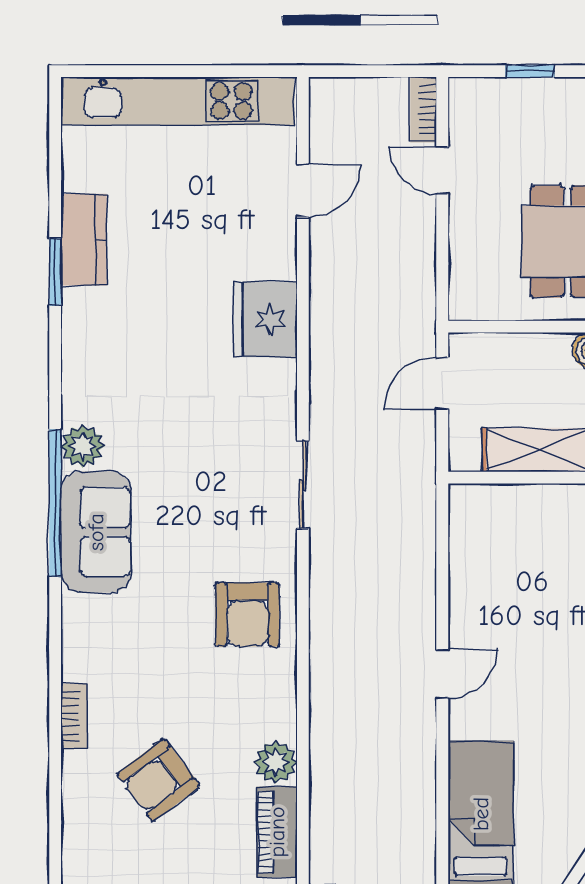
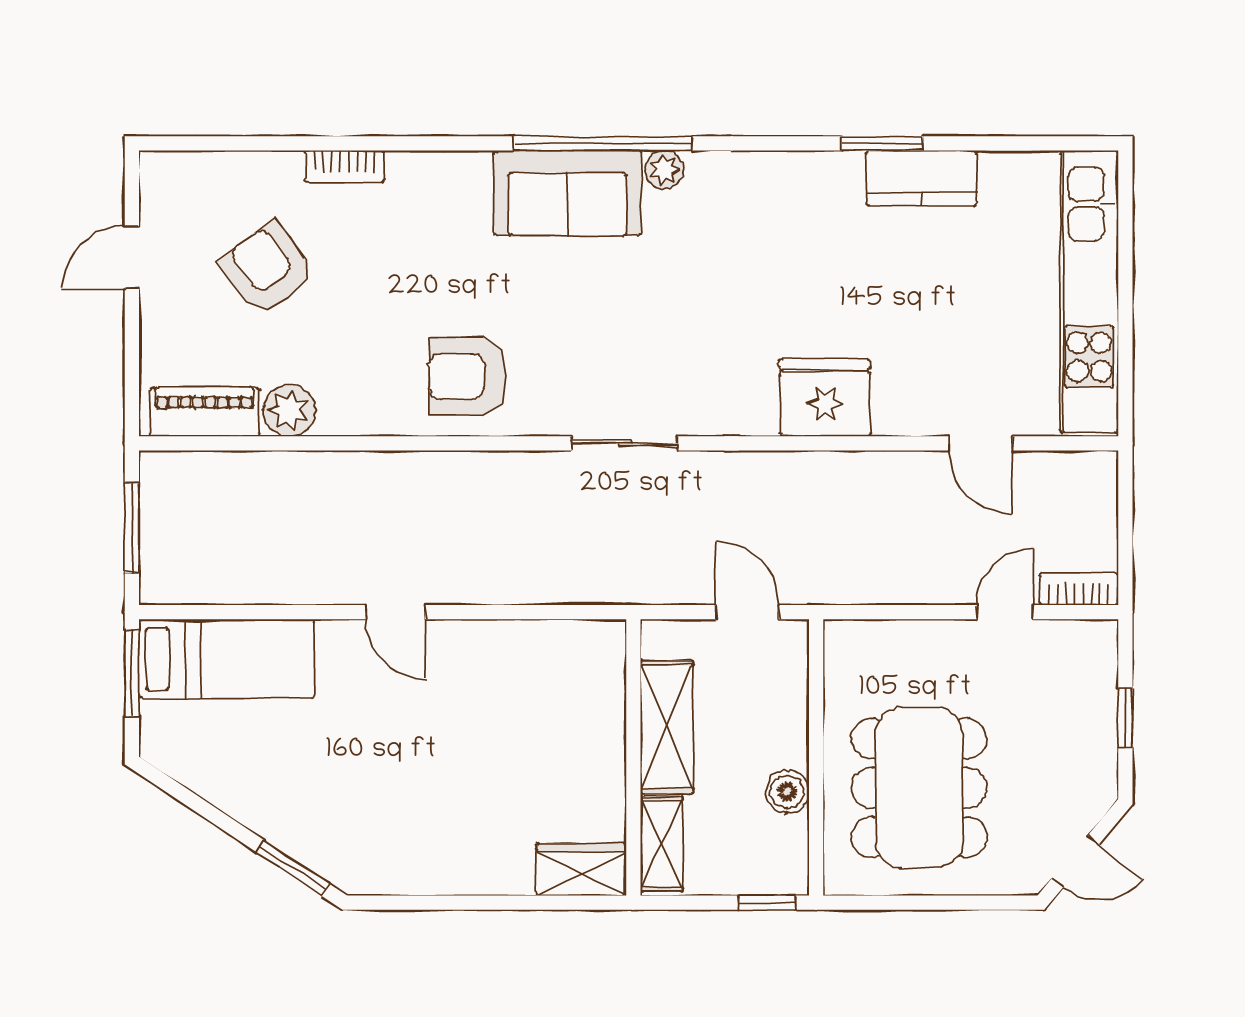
plant: (83, 446) -> (664, 170), width x0.73, depth x0.73

